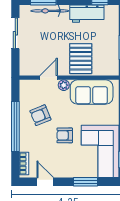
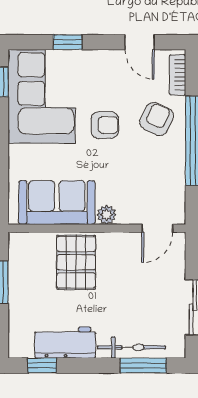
door: (49, 78) -> (157, 228), moved
armchair: (40, 115) -> (157, 119), moved, turned -43
window: (86, 182) -> (68, 42), width x0.67

